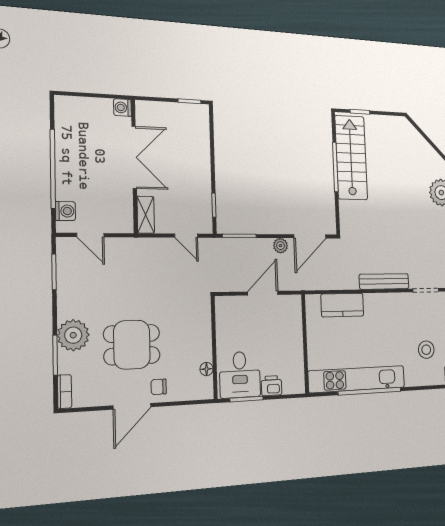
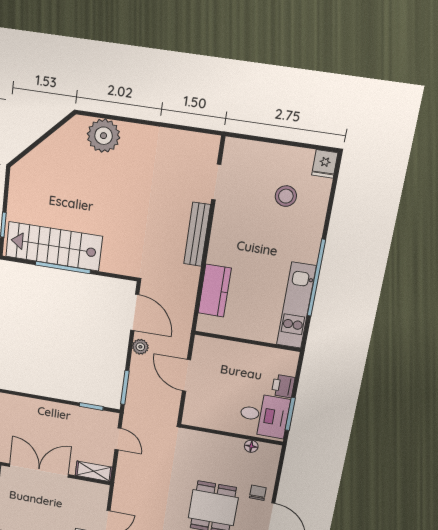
door: (186, 236) -> (118, 439), hinge flipped
kitchen unit: (357, 379) -> (296, 305), width x0.73
chair: (159, 387) -> (258, 493), turned 180

